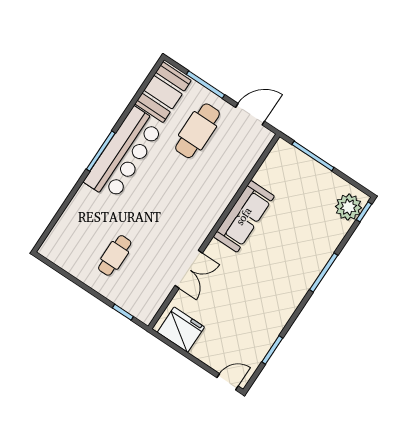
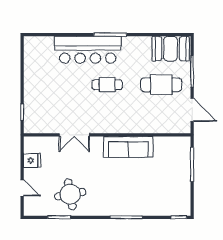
bar counter: (124, 154) -> (88, 50), moved
plant: (348, 207) -> (176, 206), removed
cafe table: (115, 255) -> (107, 85), moved
round table: (254, 320) -> (70, 194), added
fridge: (181, 330) -> (32, 160), width x0.53, depth x0.75
door: (228, 382) -> (22, 188), moved

